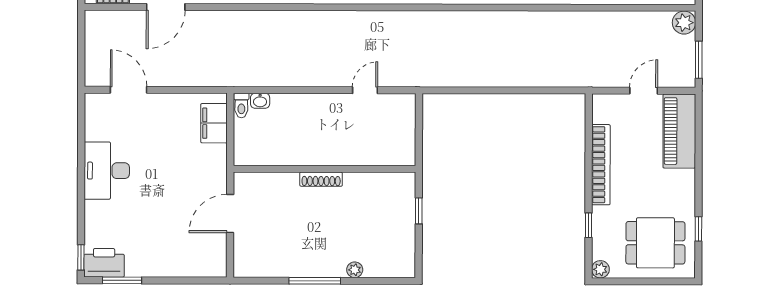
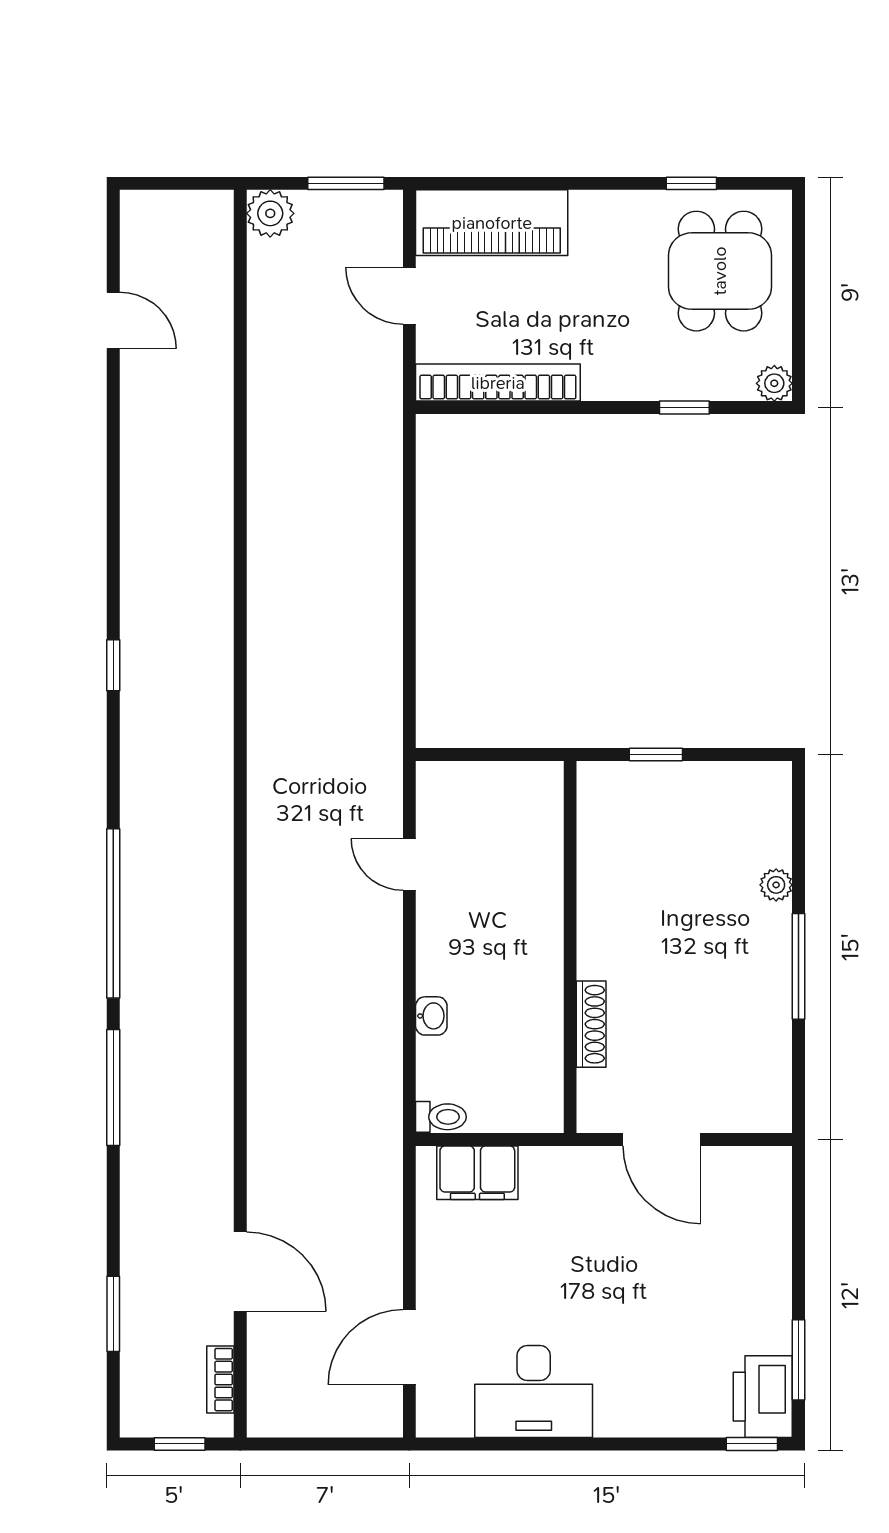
washbasin: (260, 101) -> (431, 1016), moved
bookcase: (601, 165) -> (498, 383), moved
desk: (107, 171) -> (534, 1392), moved
shoe rack: (321, 179) -> (591, 1024), moved

